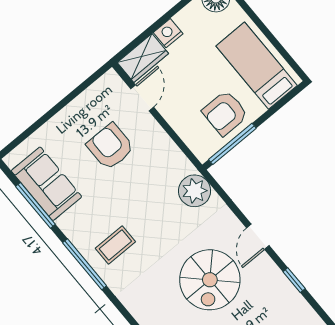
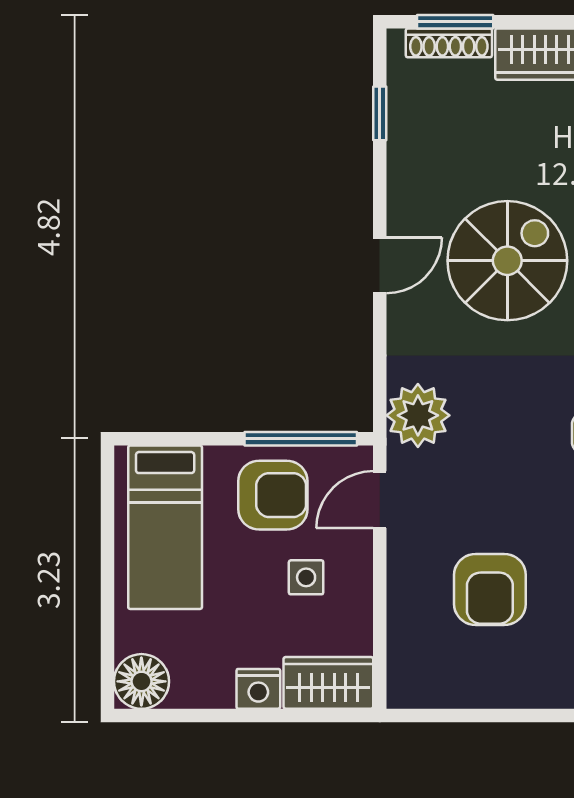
side table: (186, 92) -> (306, 577), added
door: (142, 98) -> (380, 500), moved
window: (294, 280) -> (380, 113), moved

